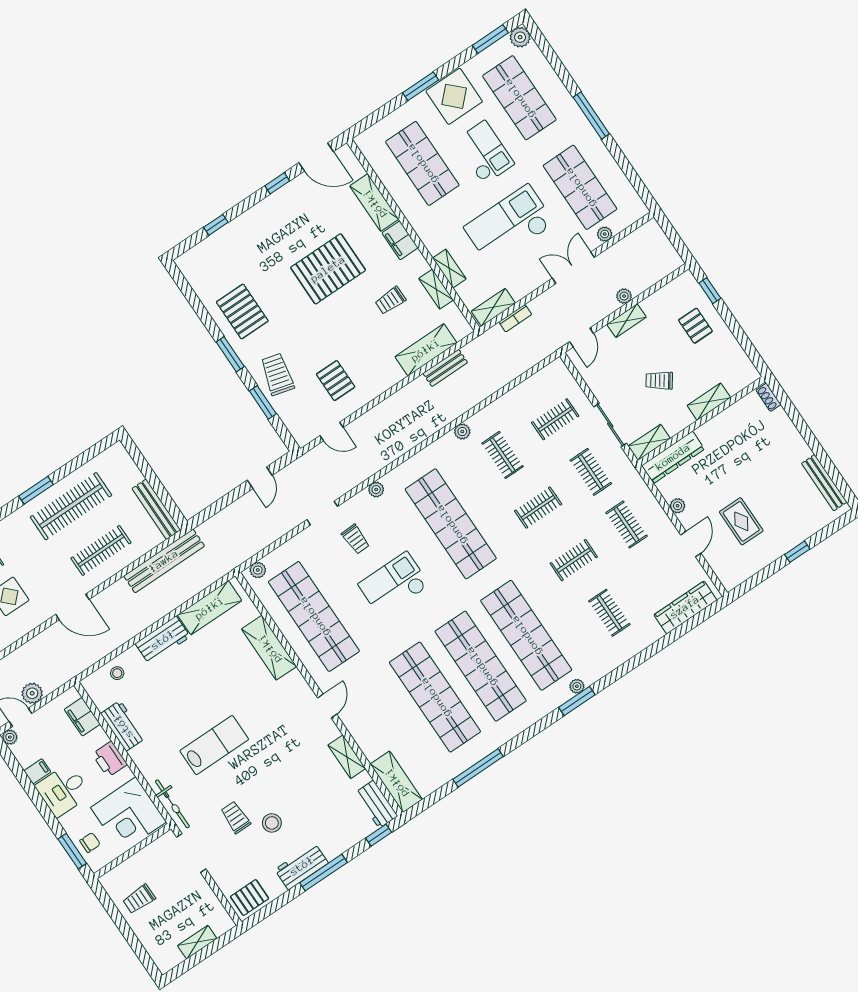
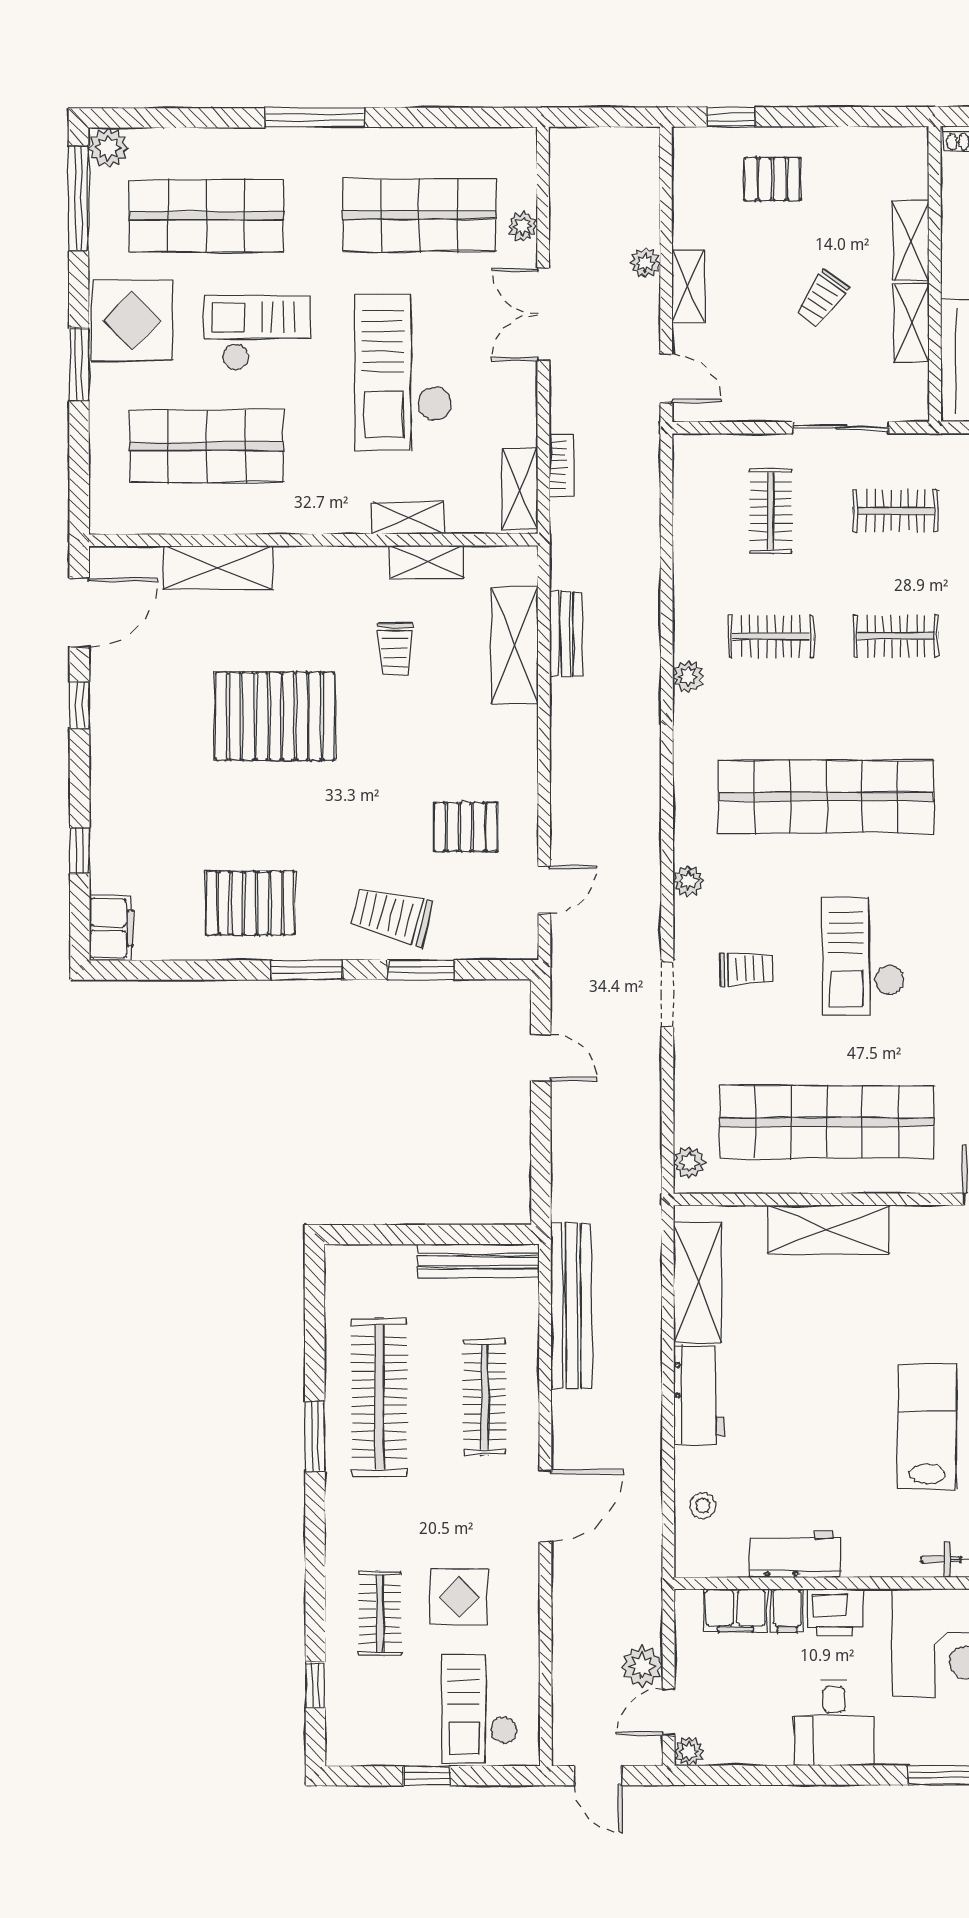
window: (490, 39) -> (79, 198), width x1.44
filing cabinet: (400, 240) -> (111, 928), moved, turned -90
pallet: (328, 269) -> (275, 716), turned 90
shelving: (649, 442) -> (912, 323), moved
clothes rail: (538, 508) -> (896, 636), turned 90
filing cabinet: (37, 771) -> (787, 1611), moved, turned 180
chair: (90, 843) -> (949, 1736), removed

